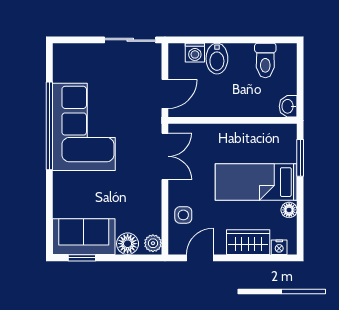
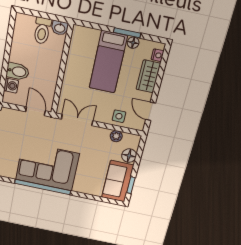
toilet: (265, 60) -> (42, 31), moved, turned 90
window: (300, 158) -> (127, 33), moved
plant: (153, 243) -> (116, 136), moved

